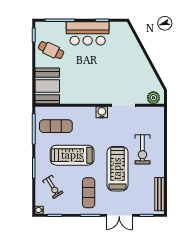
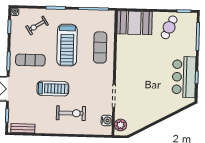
bar counter: (88, 33) -> (184, 77), moved
water cooler: (102, 112) -> (107, 120), moved
exercise mat: (56, 126) -> (100, 47), moved
exercise bike: (142, 149) -> (71, 113), turned 180
treadmill: (72, 155) -> (67, 45), turned 180
treadmill: (117, 169) -> (53, 89), width x0.73, depth x0.73
bench: (159, 194) -> (23, 128), width x0.73

